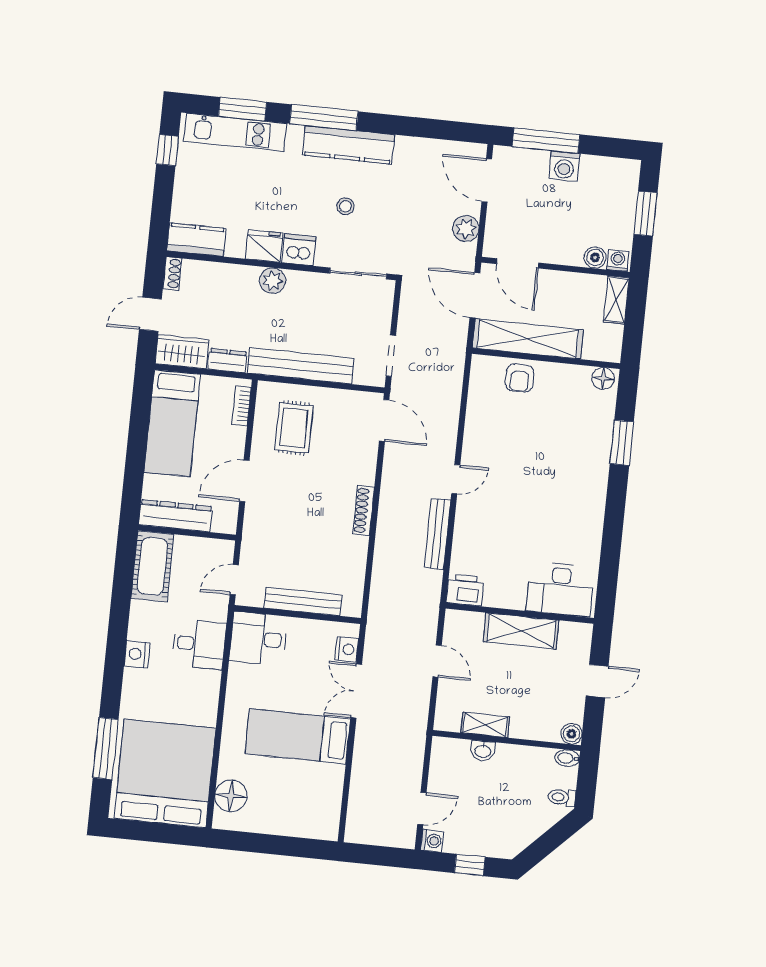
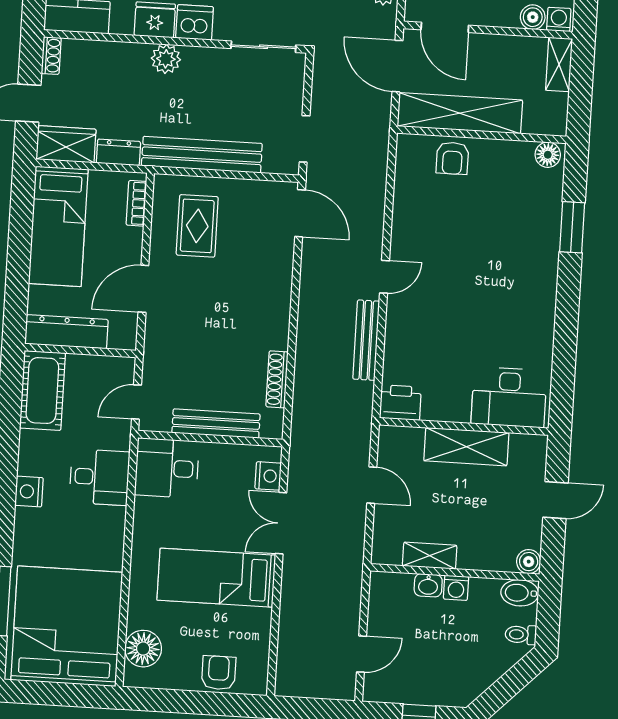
shoe rack: (364, 510) -> (277, 379), moved
bidet: (567, 758) -> (520, 593), width x1.38, depth x1.36
armchair: (296, 820) -> (219, 673), added
washing machine: (432, 841) -> (456, 588), moved, turned 90

